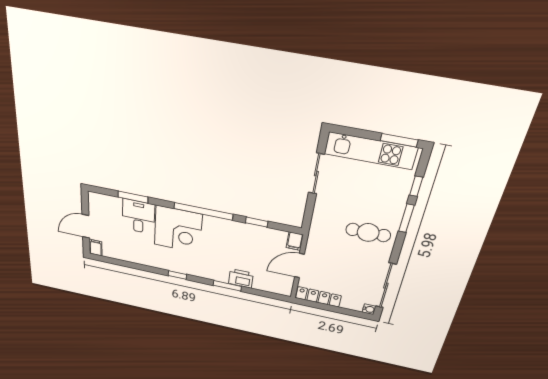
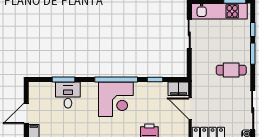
corner desk: (178, 230) -> (116, 99), moved
filing cabinet: (295, 241) -> (178, 89), width x2.00
door: (299, 266) -> (190, 109), hinge flipped

